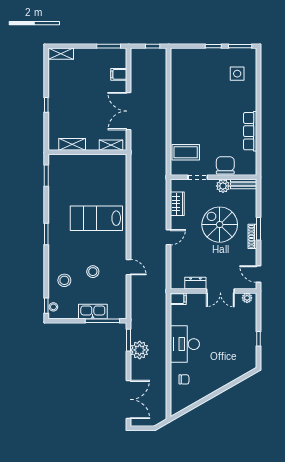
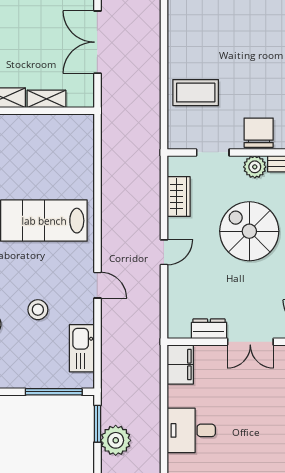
shelving: (111, 145) -> (46, 99), moved
coffee table: (186, 152) -> (196, 93), moved
door: (129, 267) -> (97, 285), moved
filing cabinet: (178, 299) -> (180, 365), width x2.00
kitchen sink: (93, 312) -> (82, 348), moved, turned -90
desk: (185, 344) -> (191, 430), width x0.73

